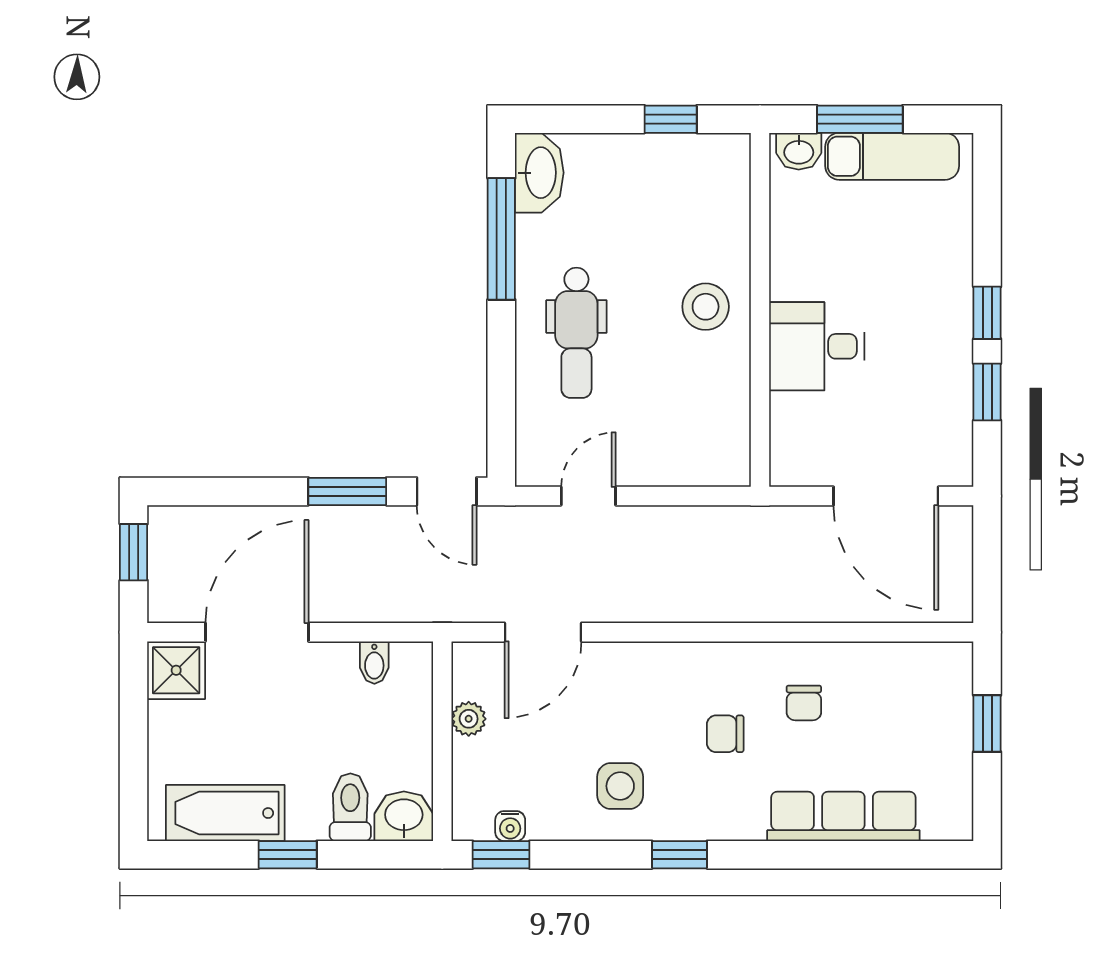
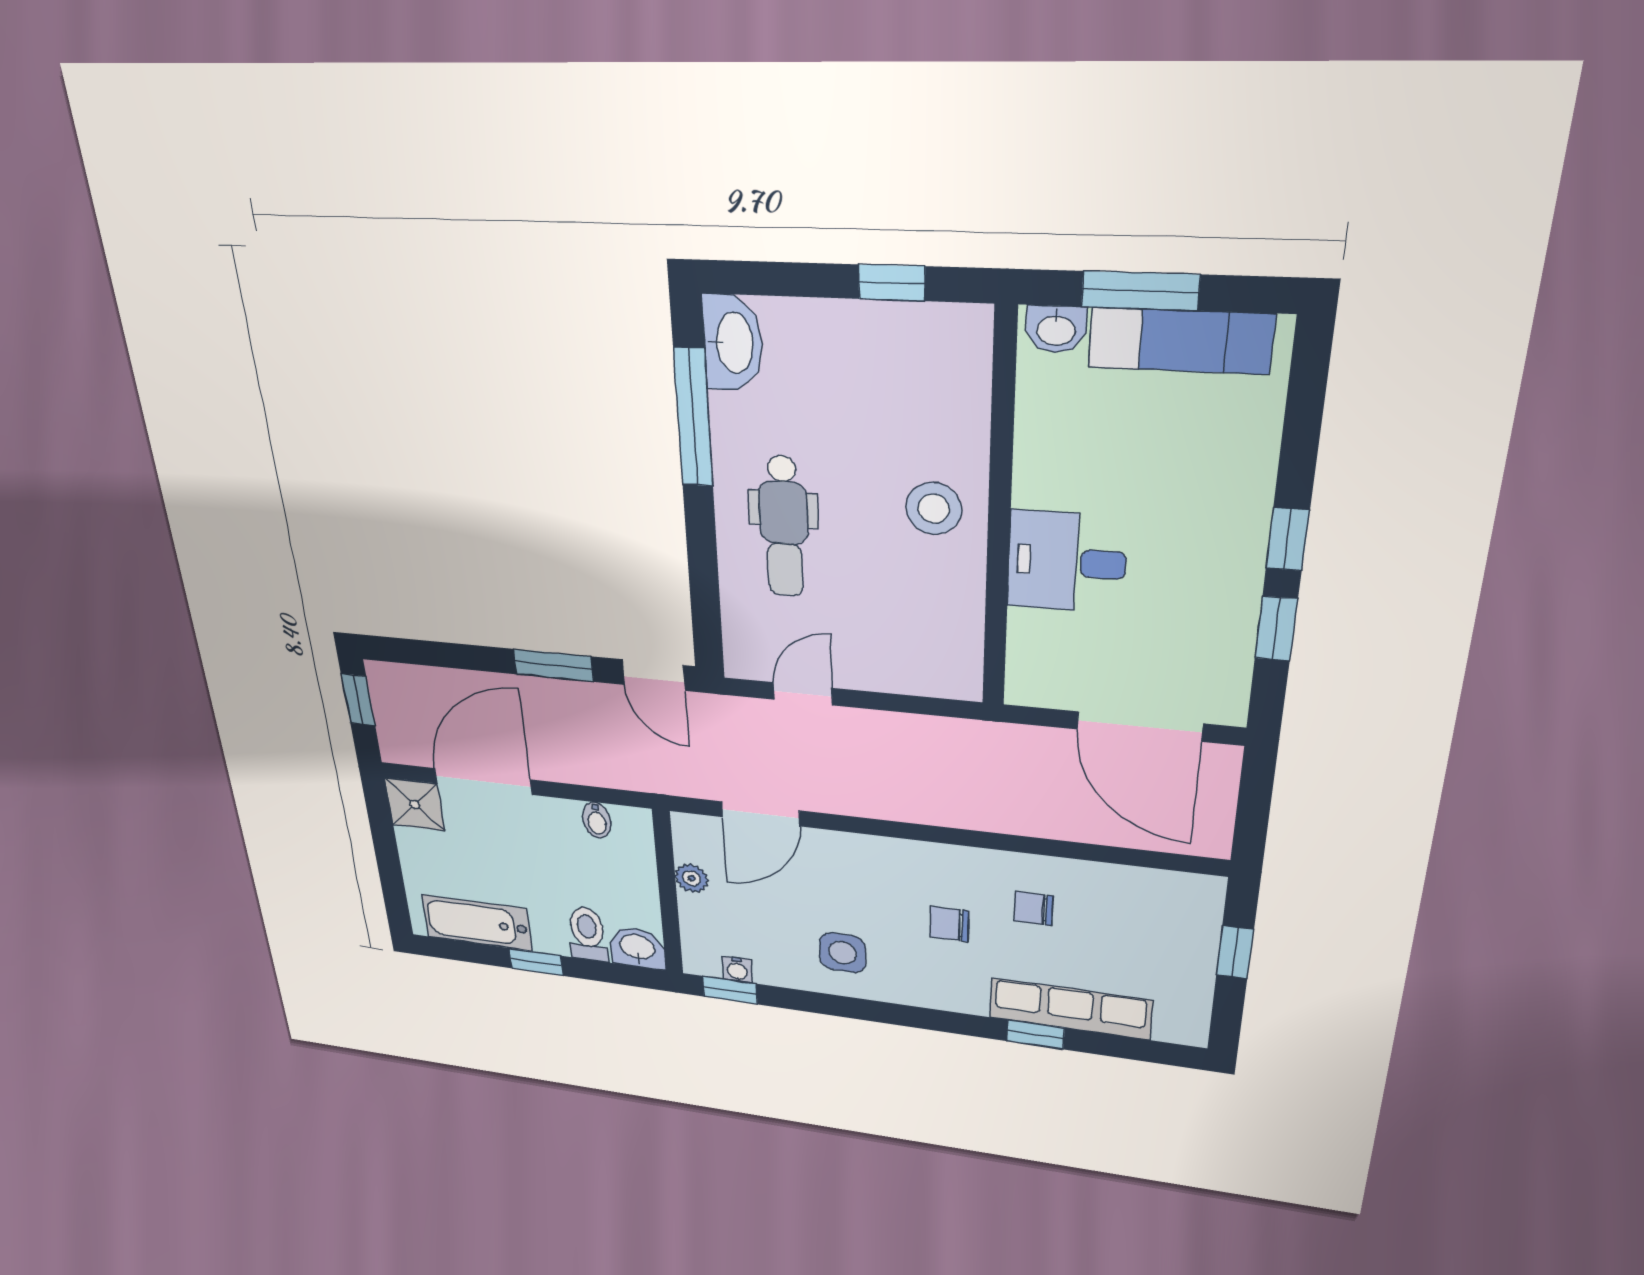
chair: (804, 703) -> (1033, 908), turned 90
window: (680, 855) -> (1036, 1035), moved

